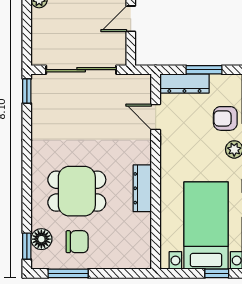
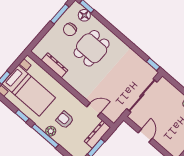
armchair: (225, 118) -> (65, 120), moved, turned -90
dresser: (142, 188) -> (54, 65), moved

